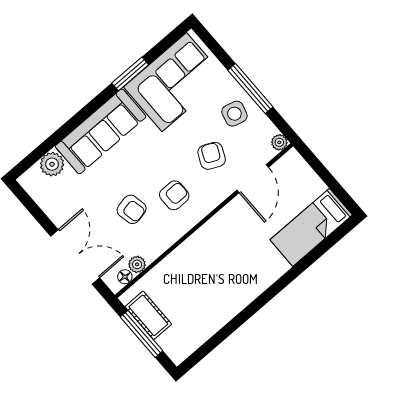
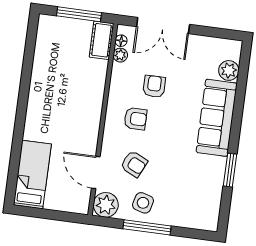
corner sofa: (174, 82) -> (198, 189), removed
plant: (279, 142) -> (106, 205), width x1.88, depth x1.88
armchair: (174, 195) -> (135, 119), turned -90
armchair: (132, 209) -> (154, 86), turned 102
cot: (148, 315) -> (101, 40), moved, turned 90

